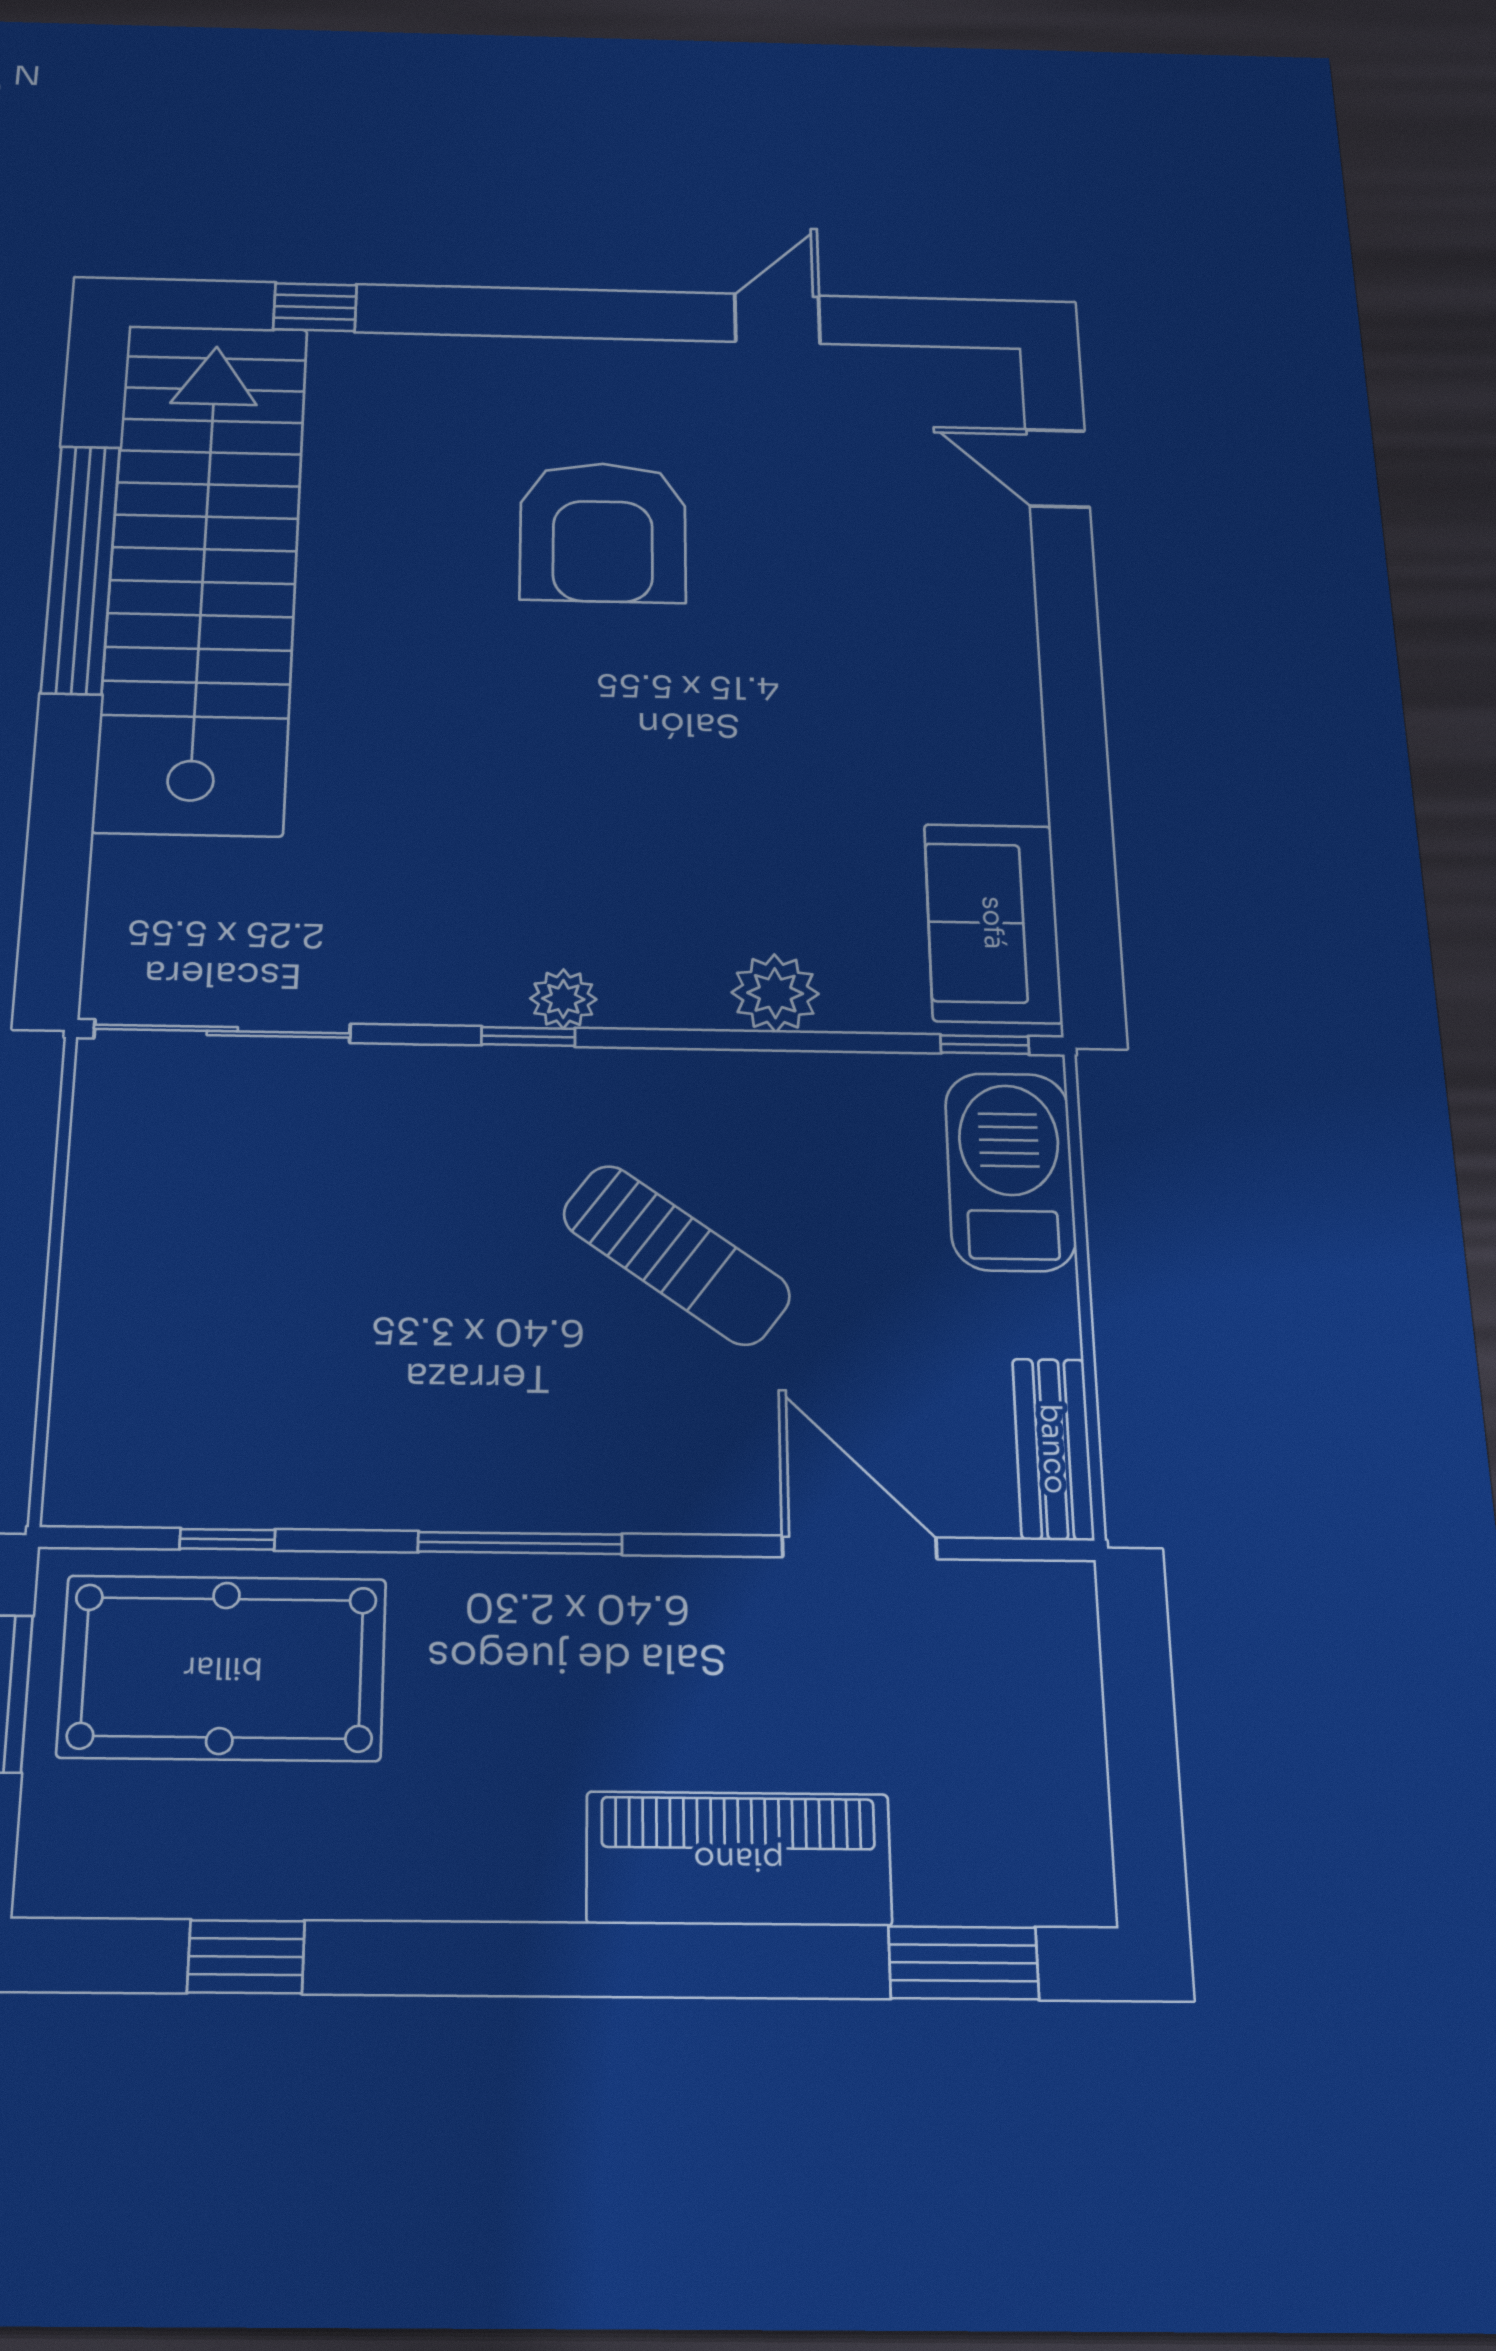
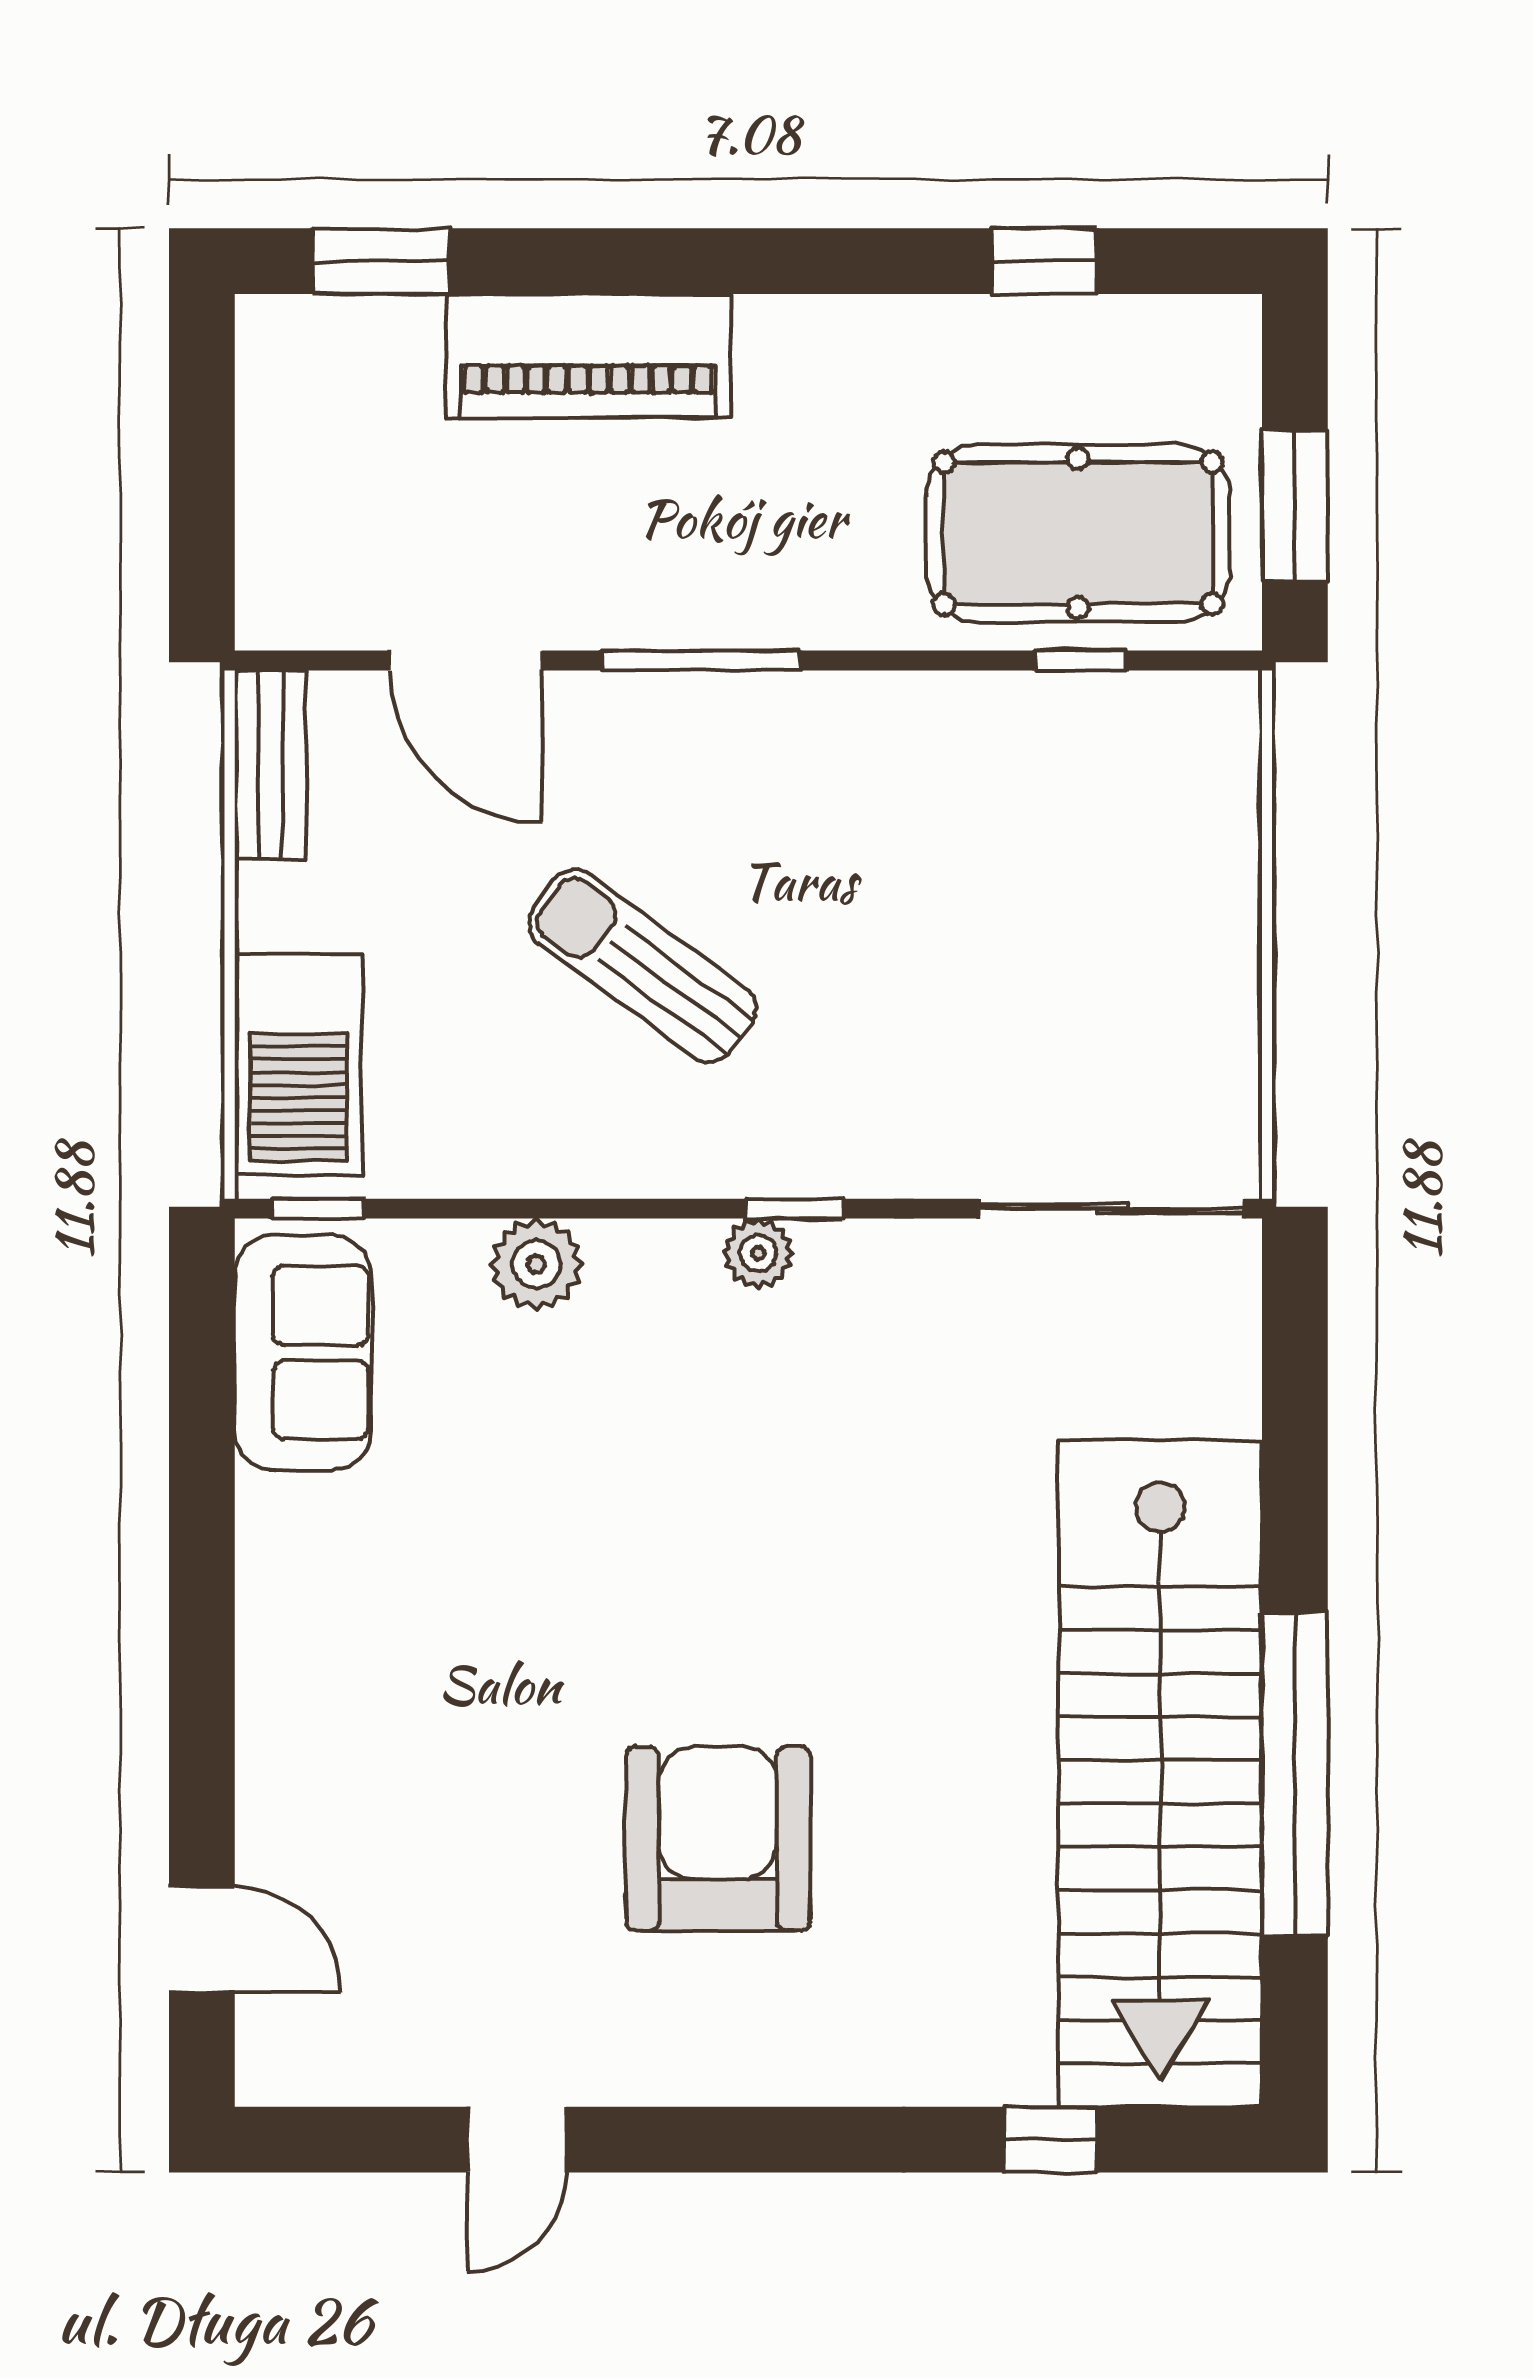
window: (520, 1543) -> (701, 660), moved

